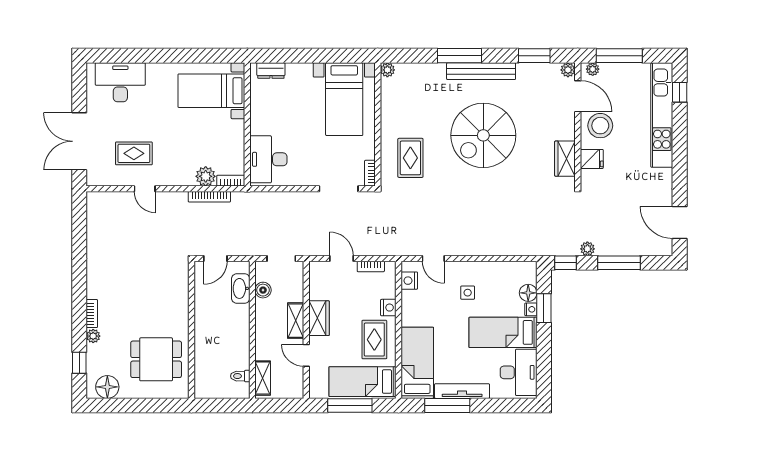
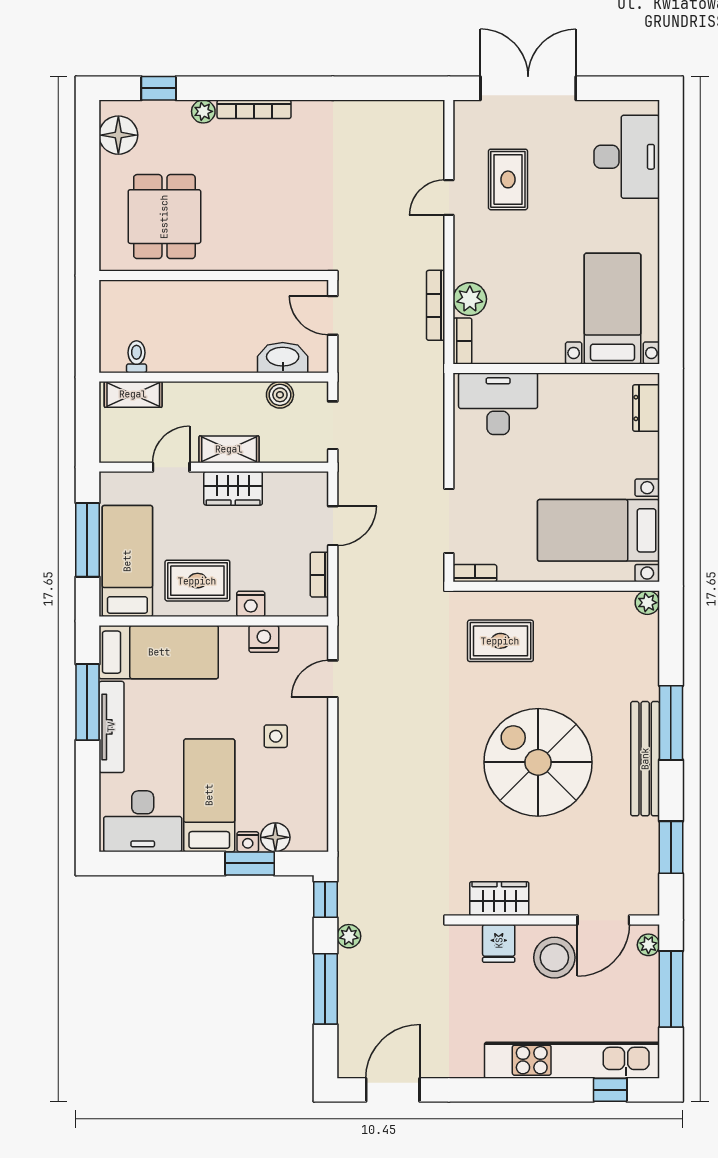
plant: (568, 70) -> (647, 904), removed
nightstand: (409, 281) -> (264, 639), moved
bookcase: (92, 314) -> (254, 109), width x1.56

